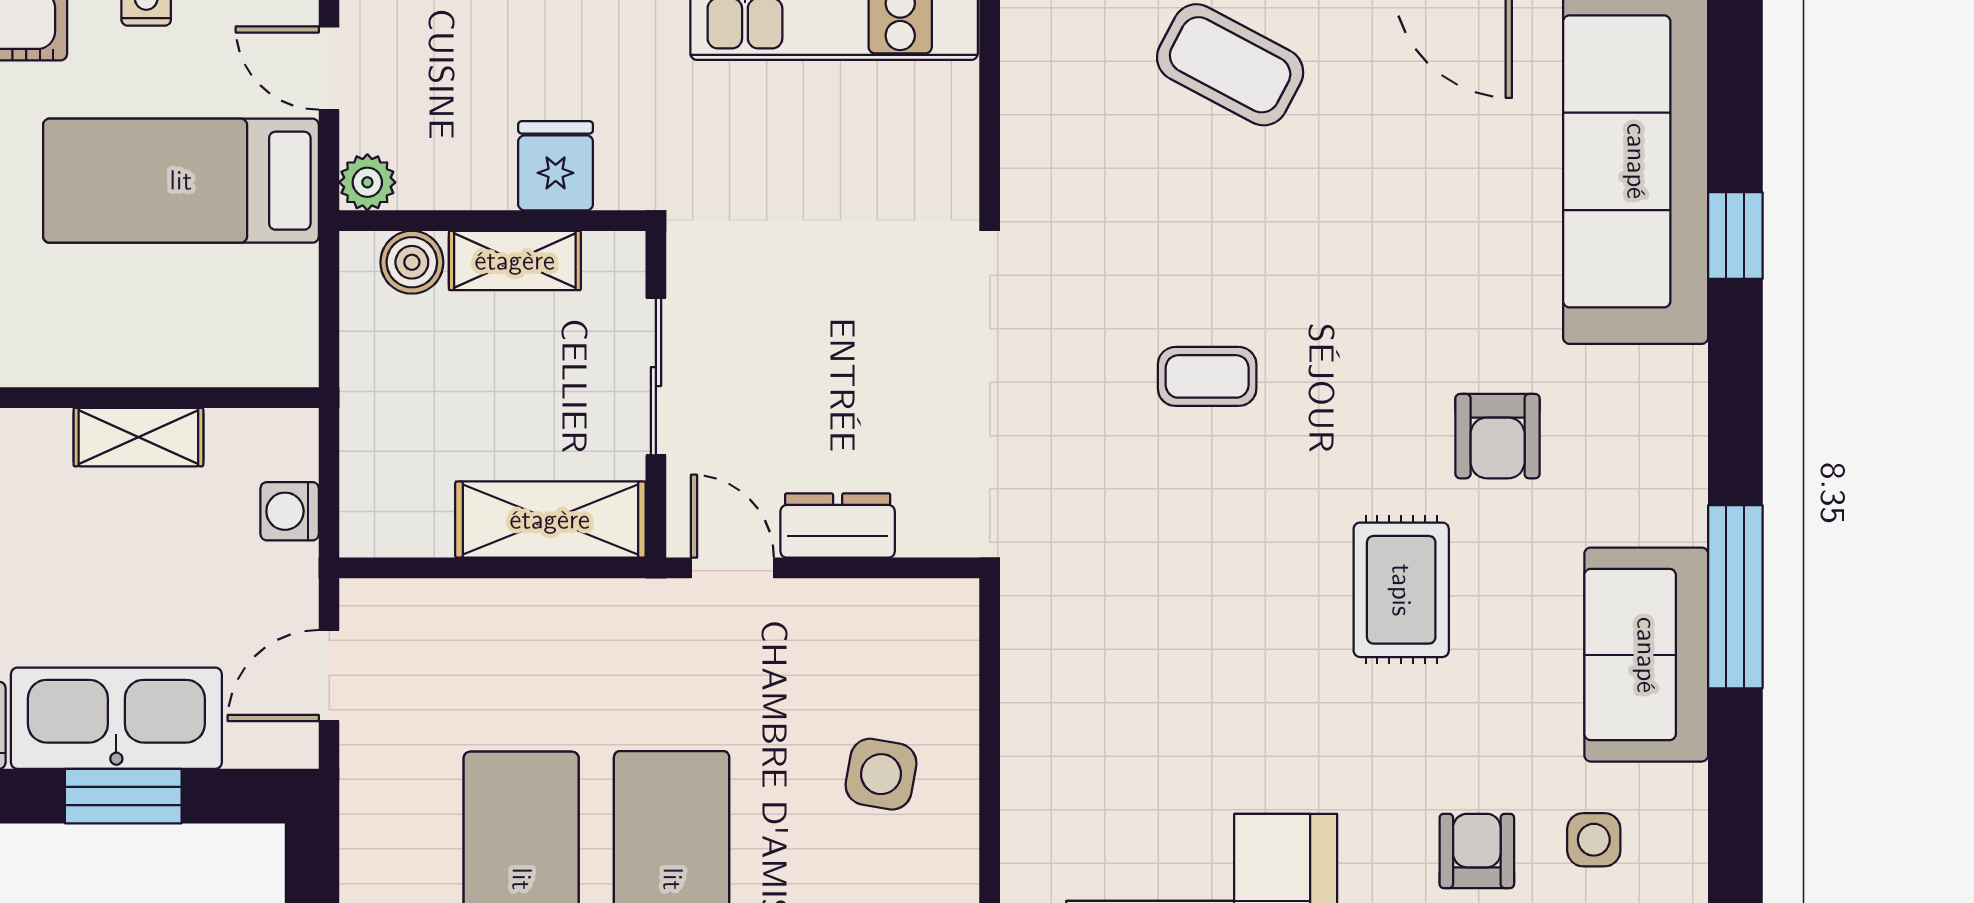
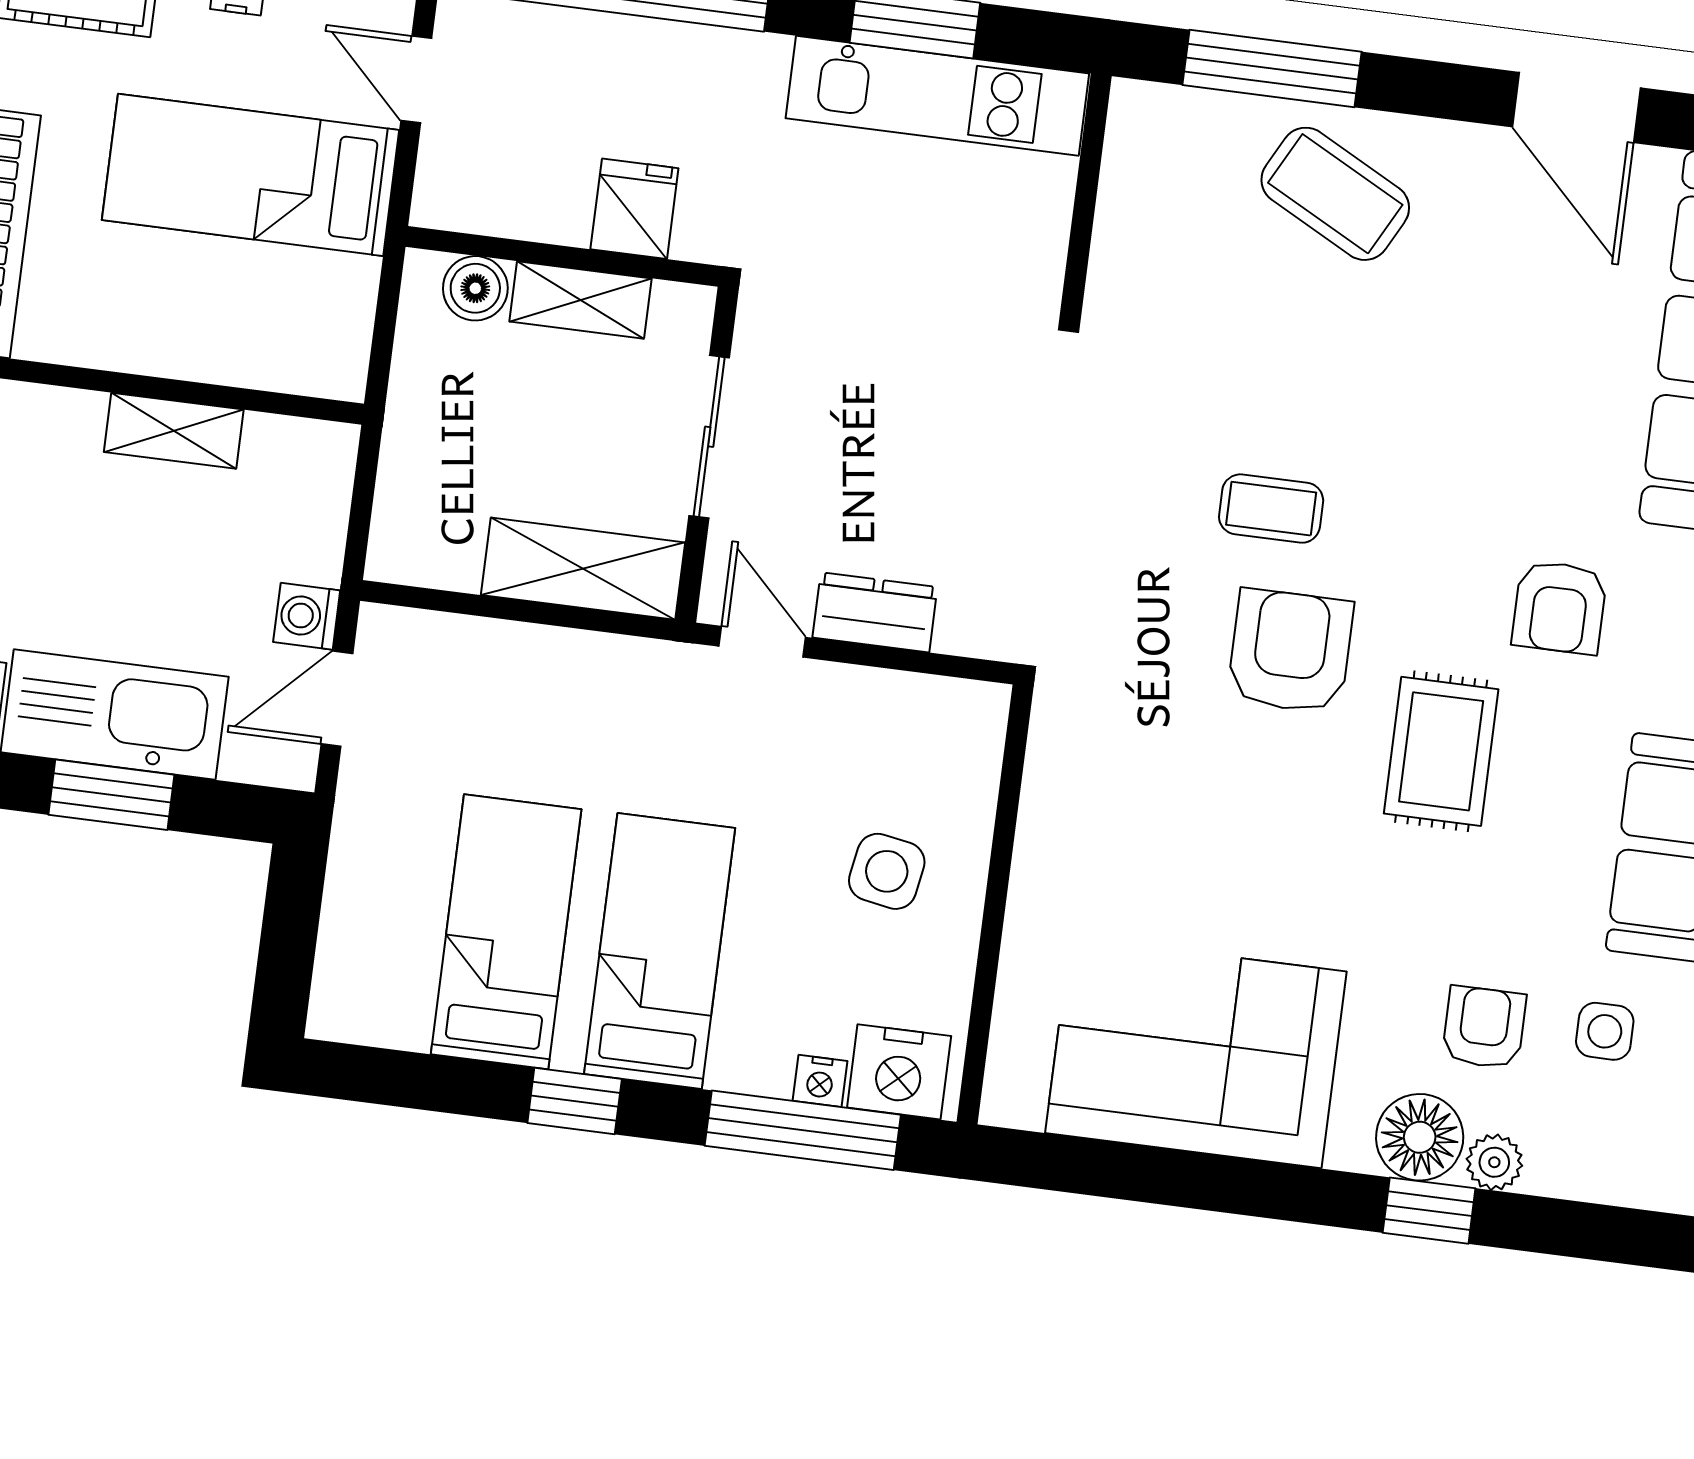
plant: (367, 182) -> (440, 201), removed
washing machine: (290, 511) -> (307, 616), moved
armchair: (1243, 512) -> (1290, 651), added

